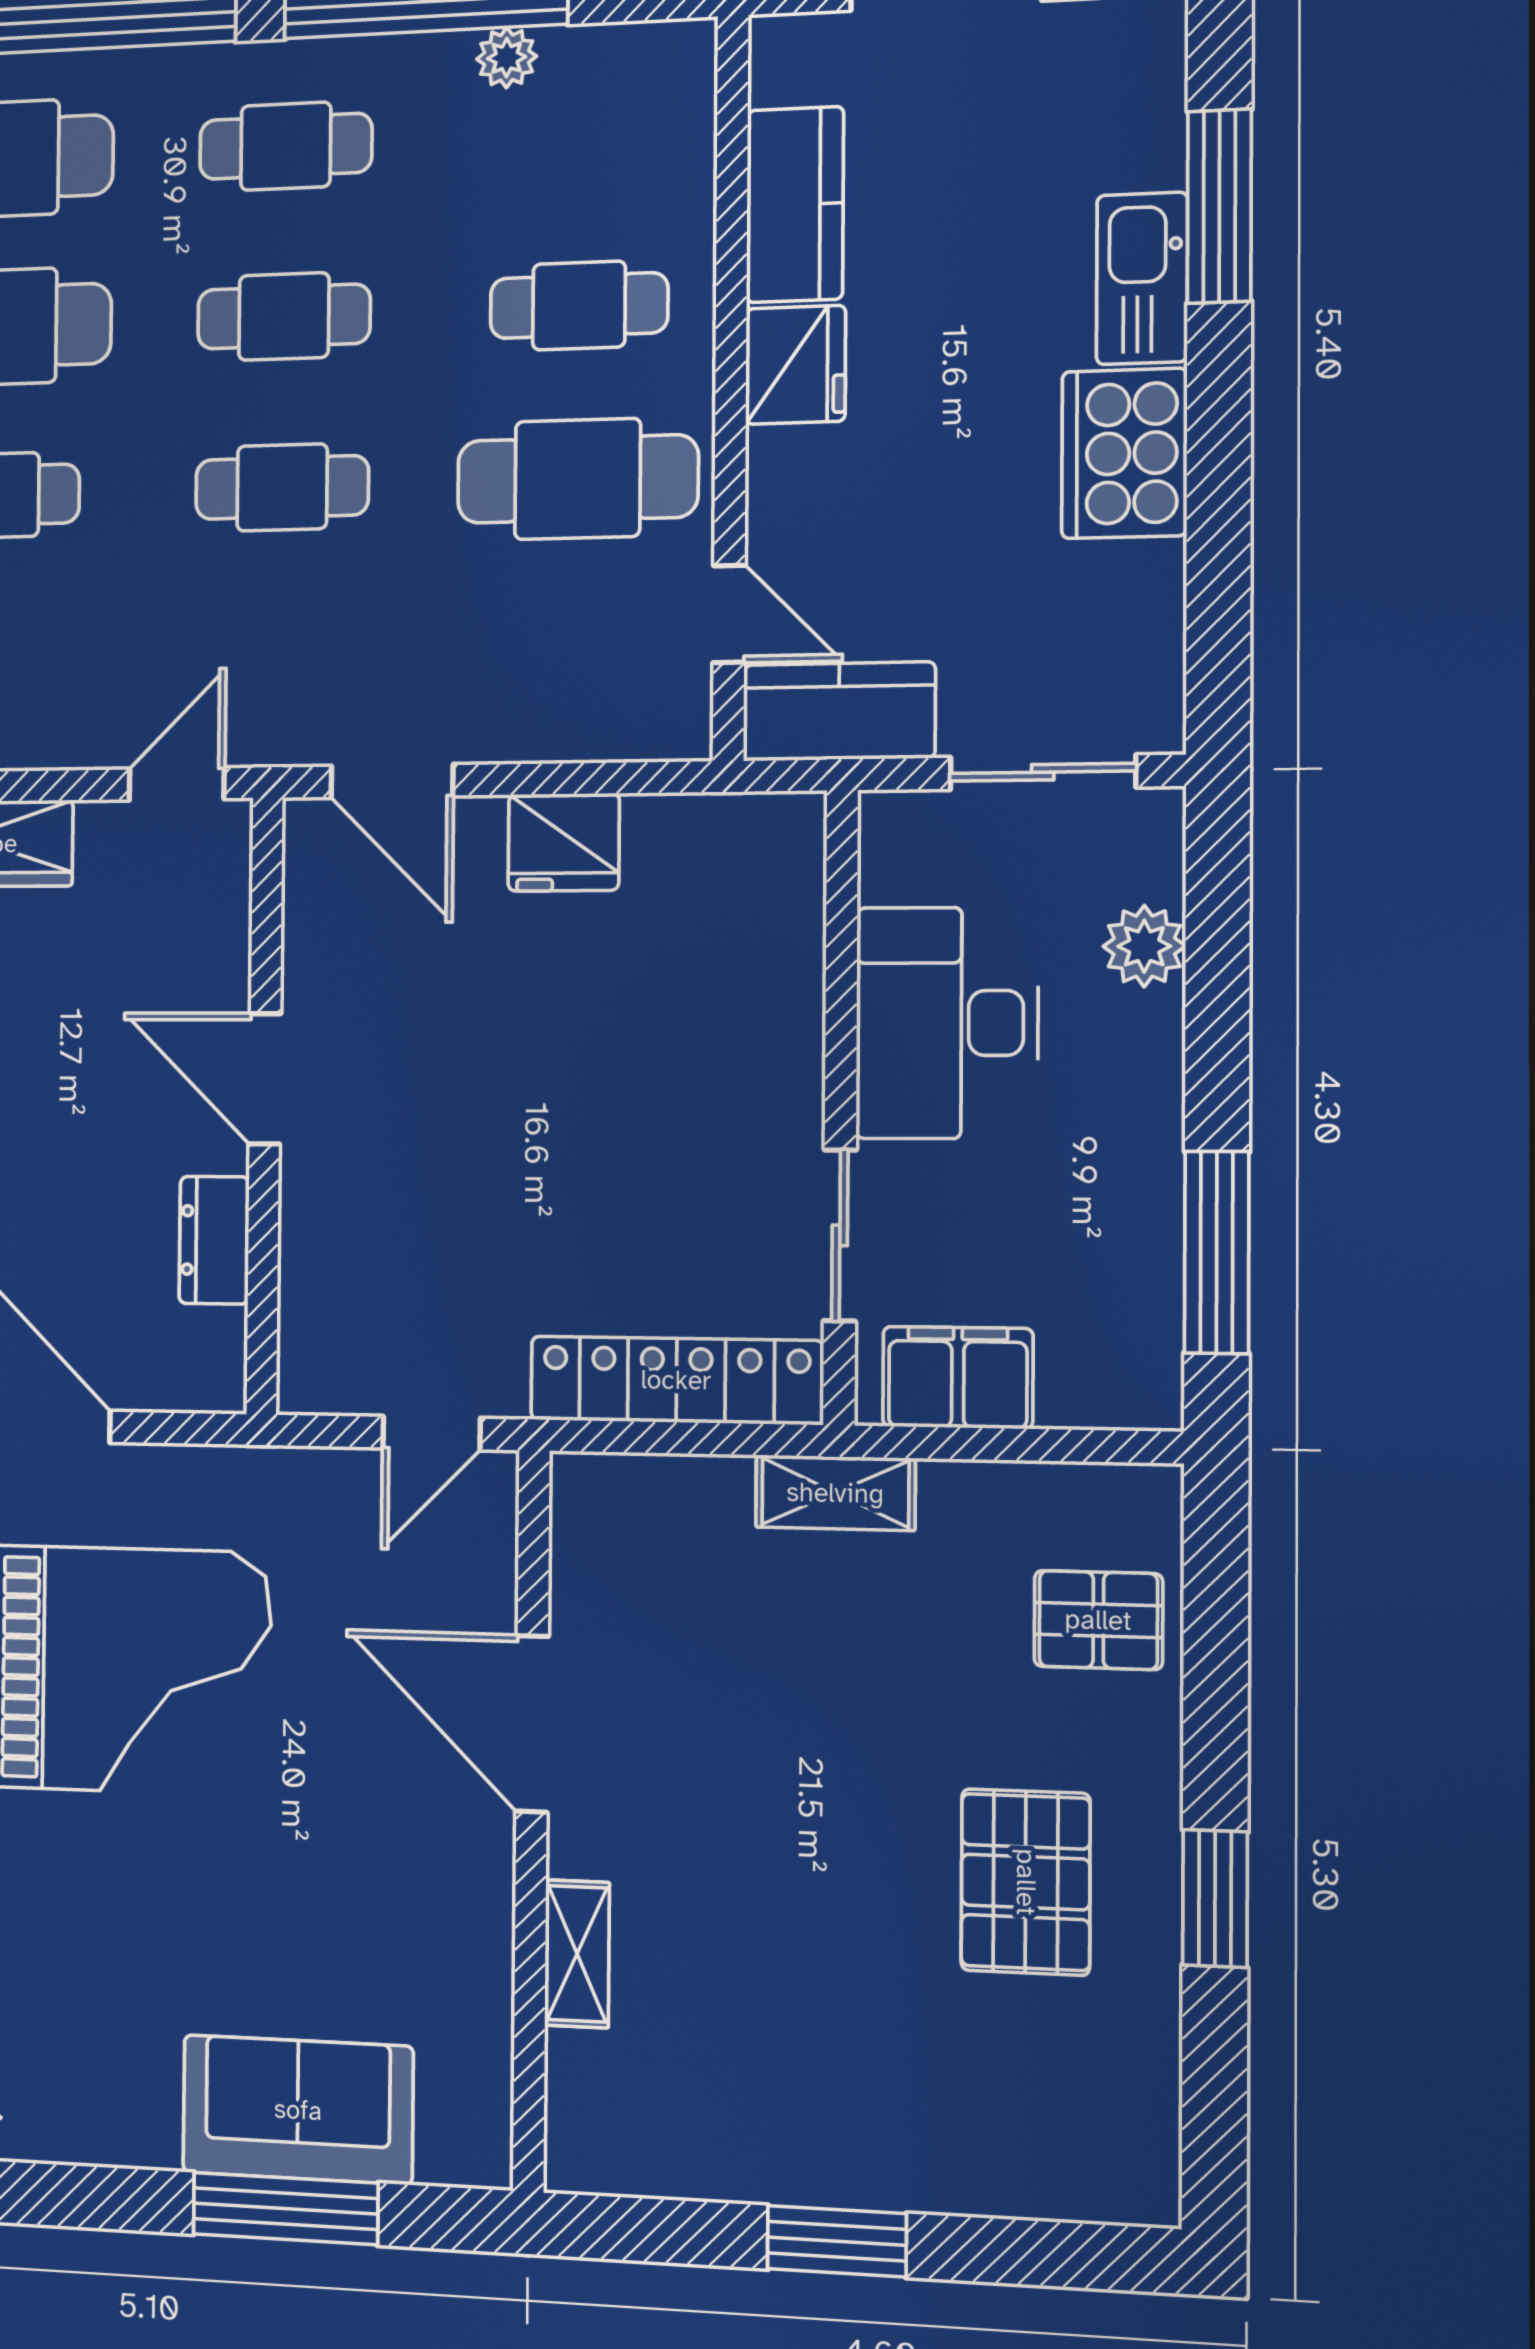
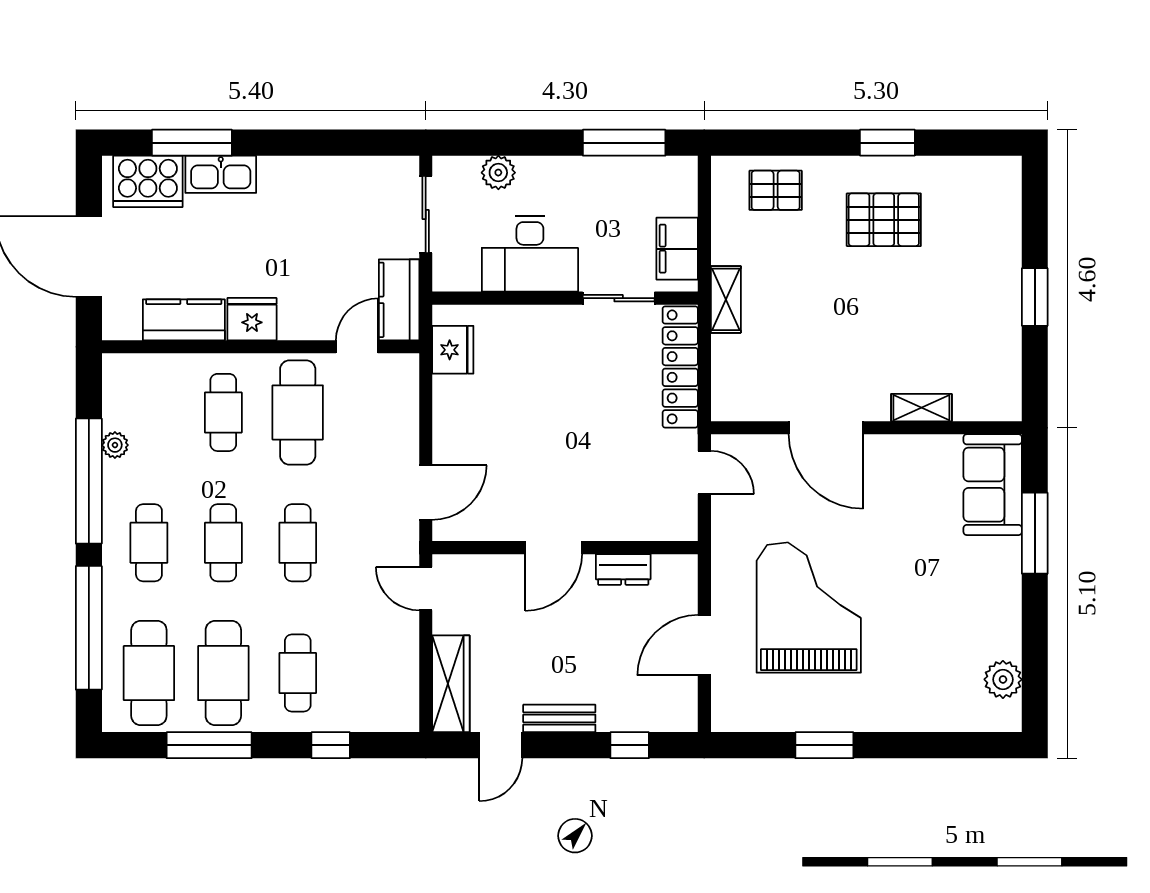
cooker: (1124, 453) -> (148, 181), moved
fridge: (564, 842) -> (453, 350), moved
pallet: (1098, 1620) -> (776, 190), turned 90
door: (532, 1724) -> (826, 428), hinge flipped
sofa: (298, 2110) -> (993, 485), moved

